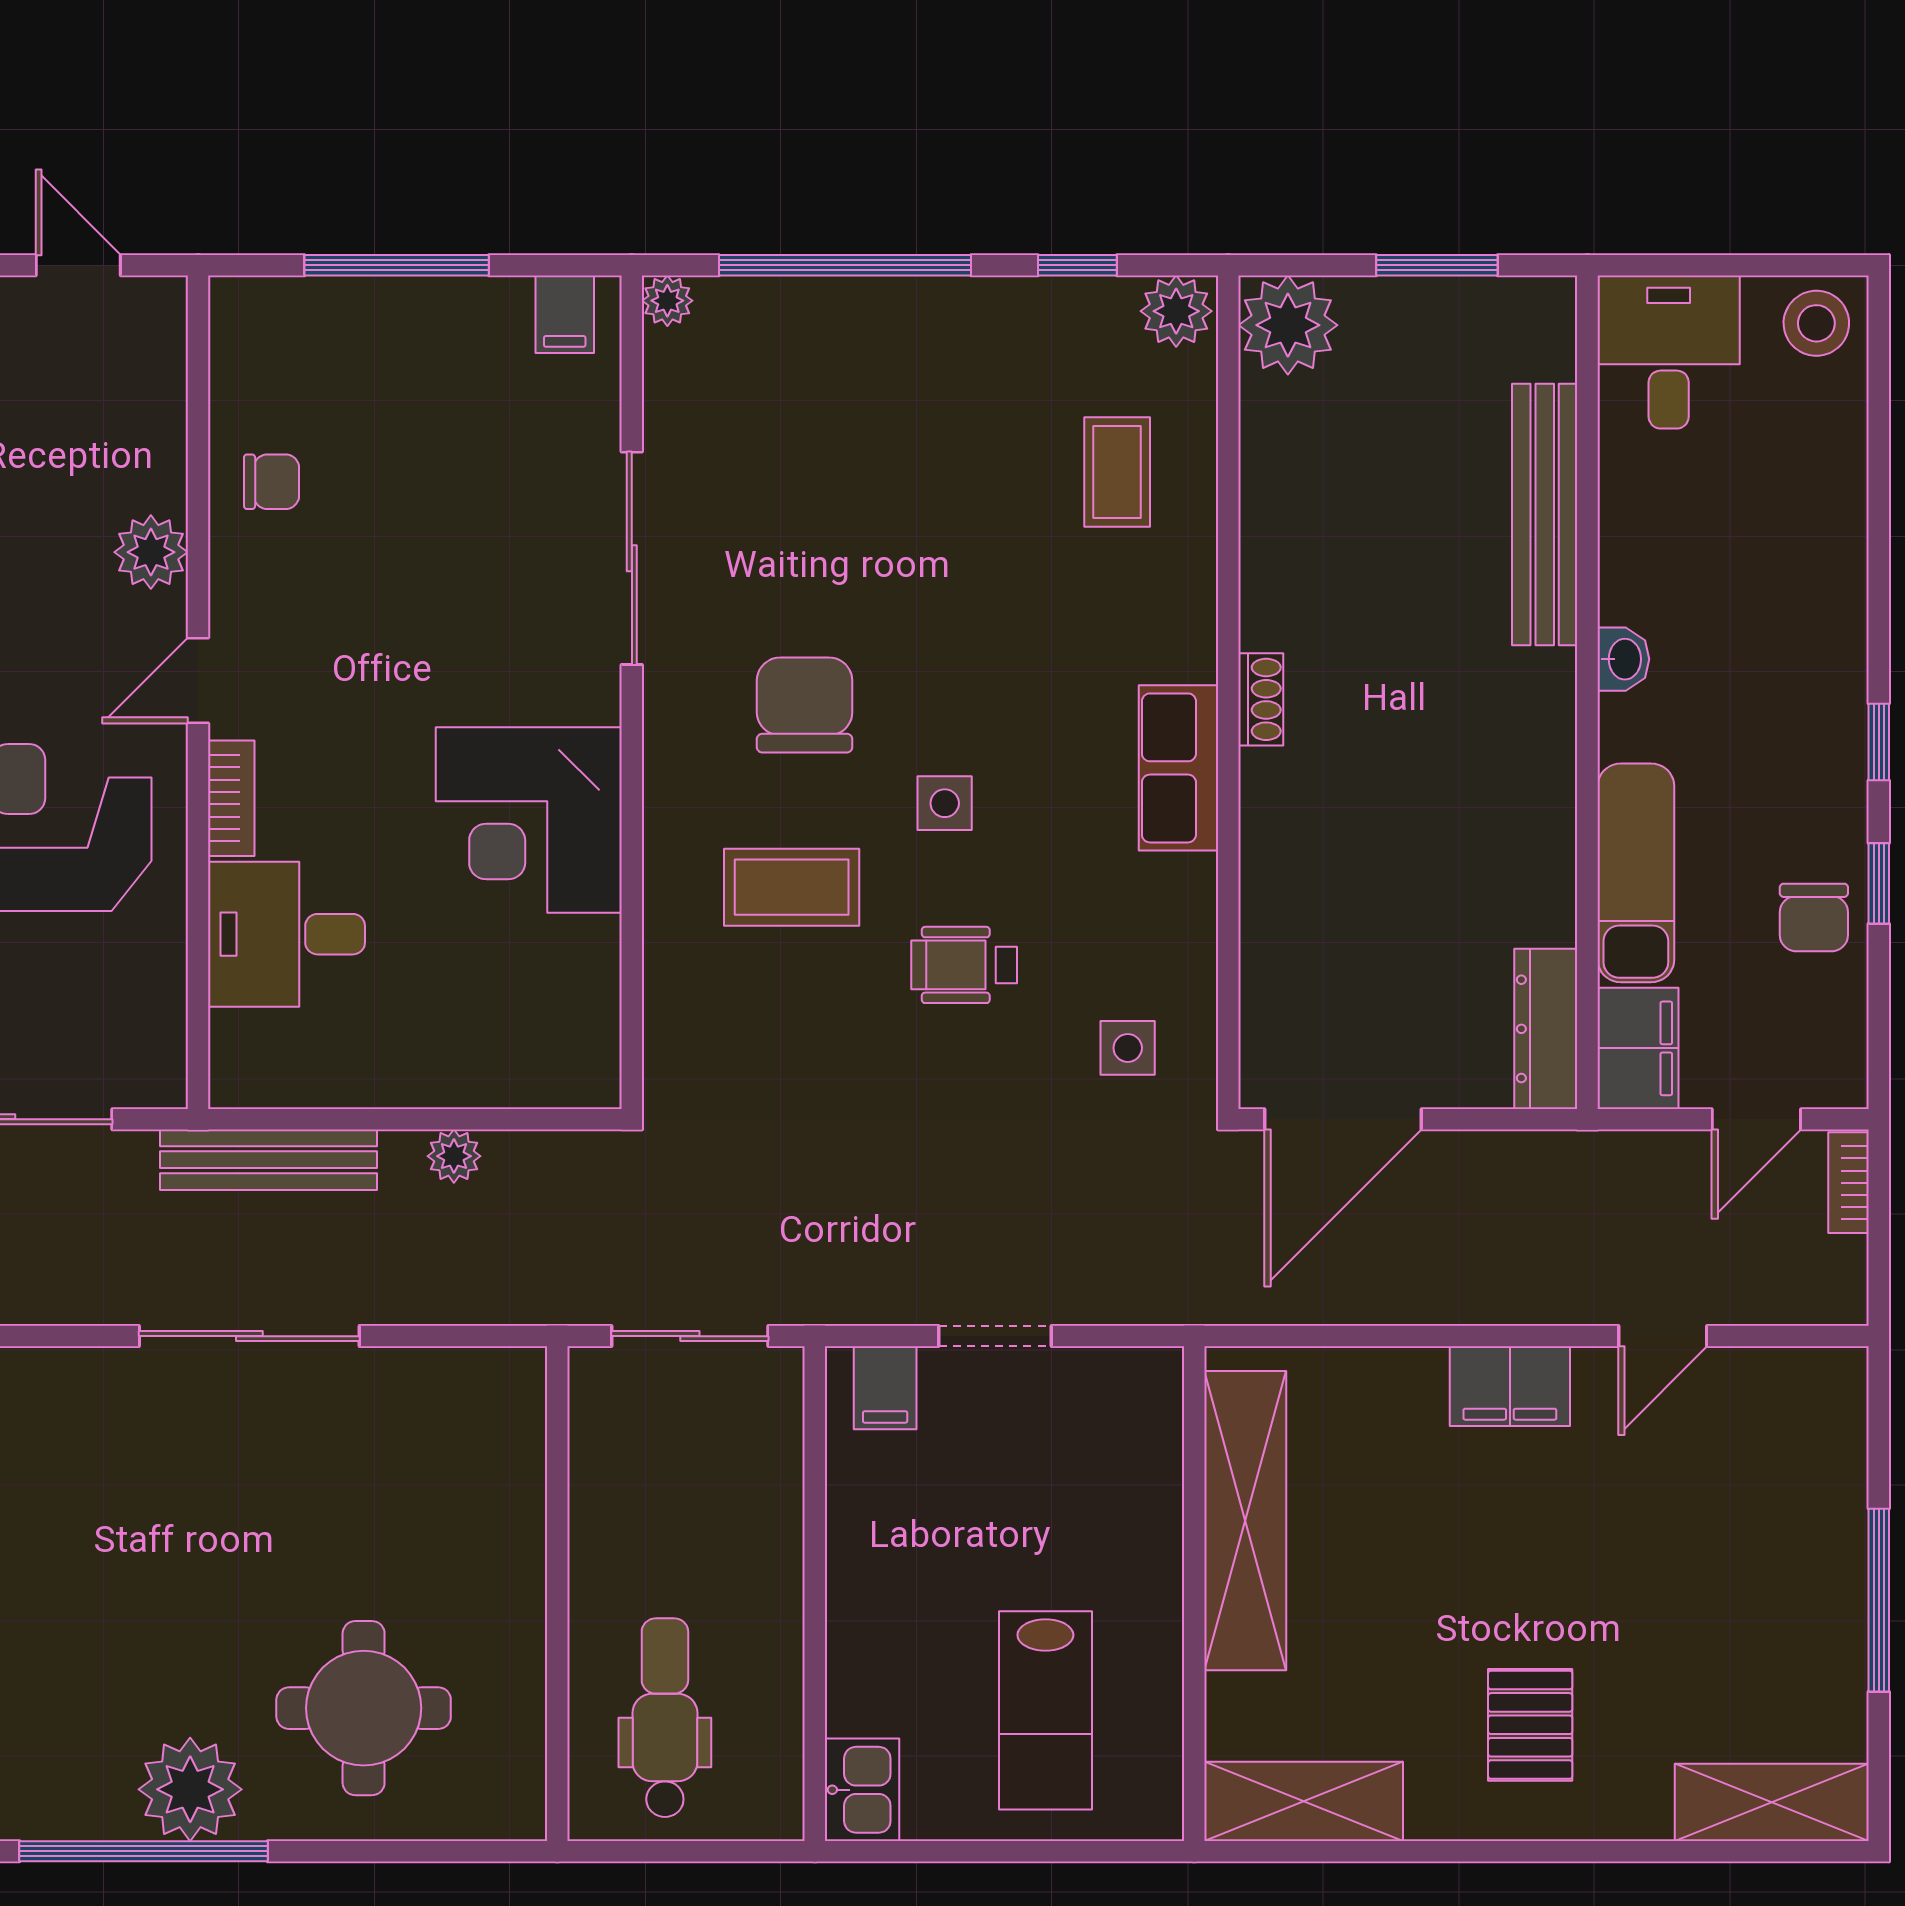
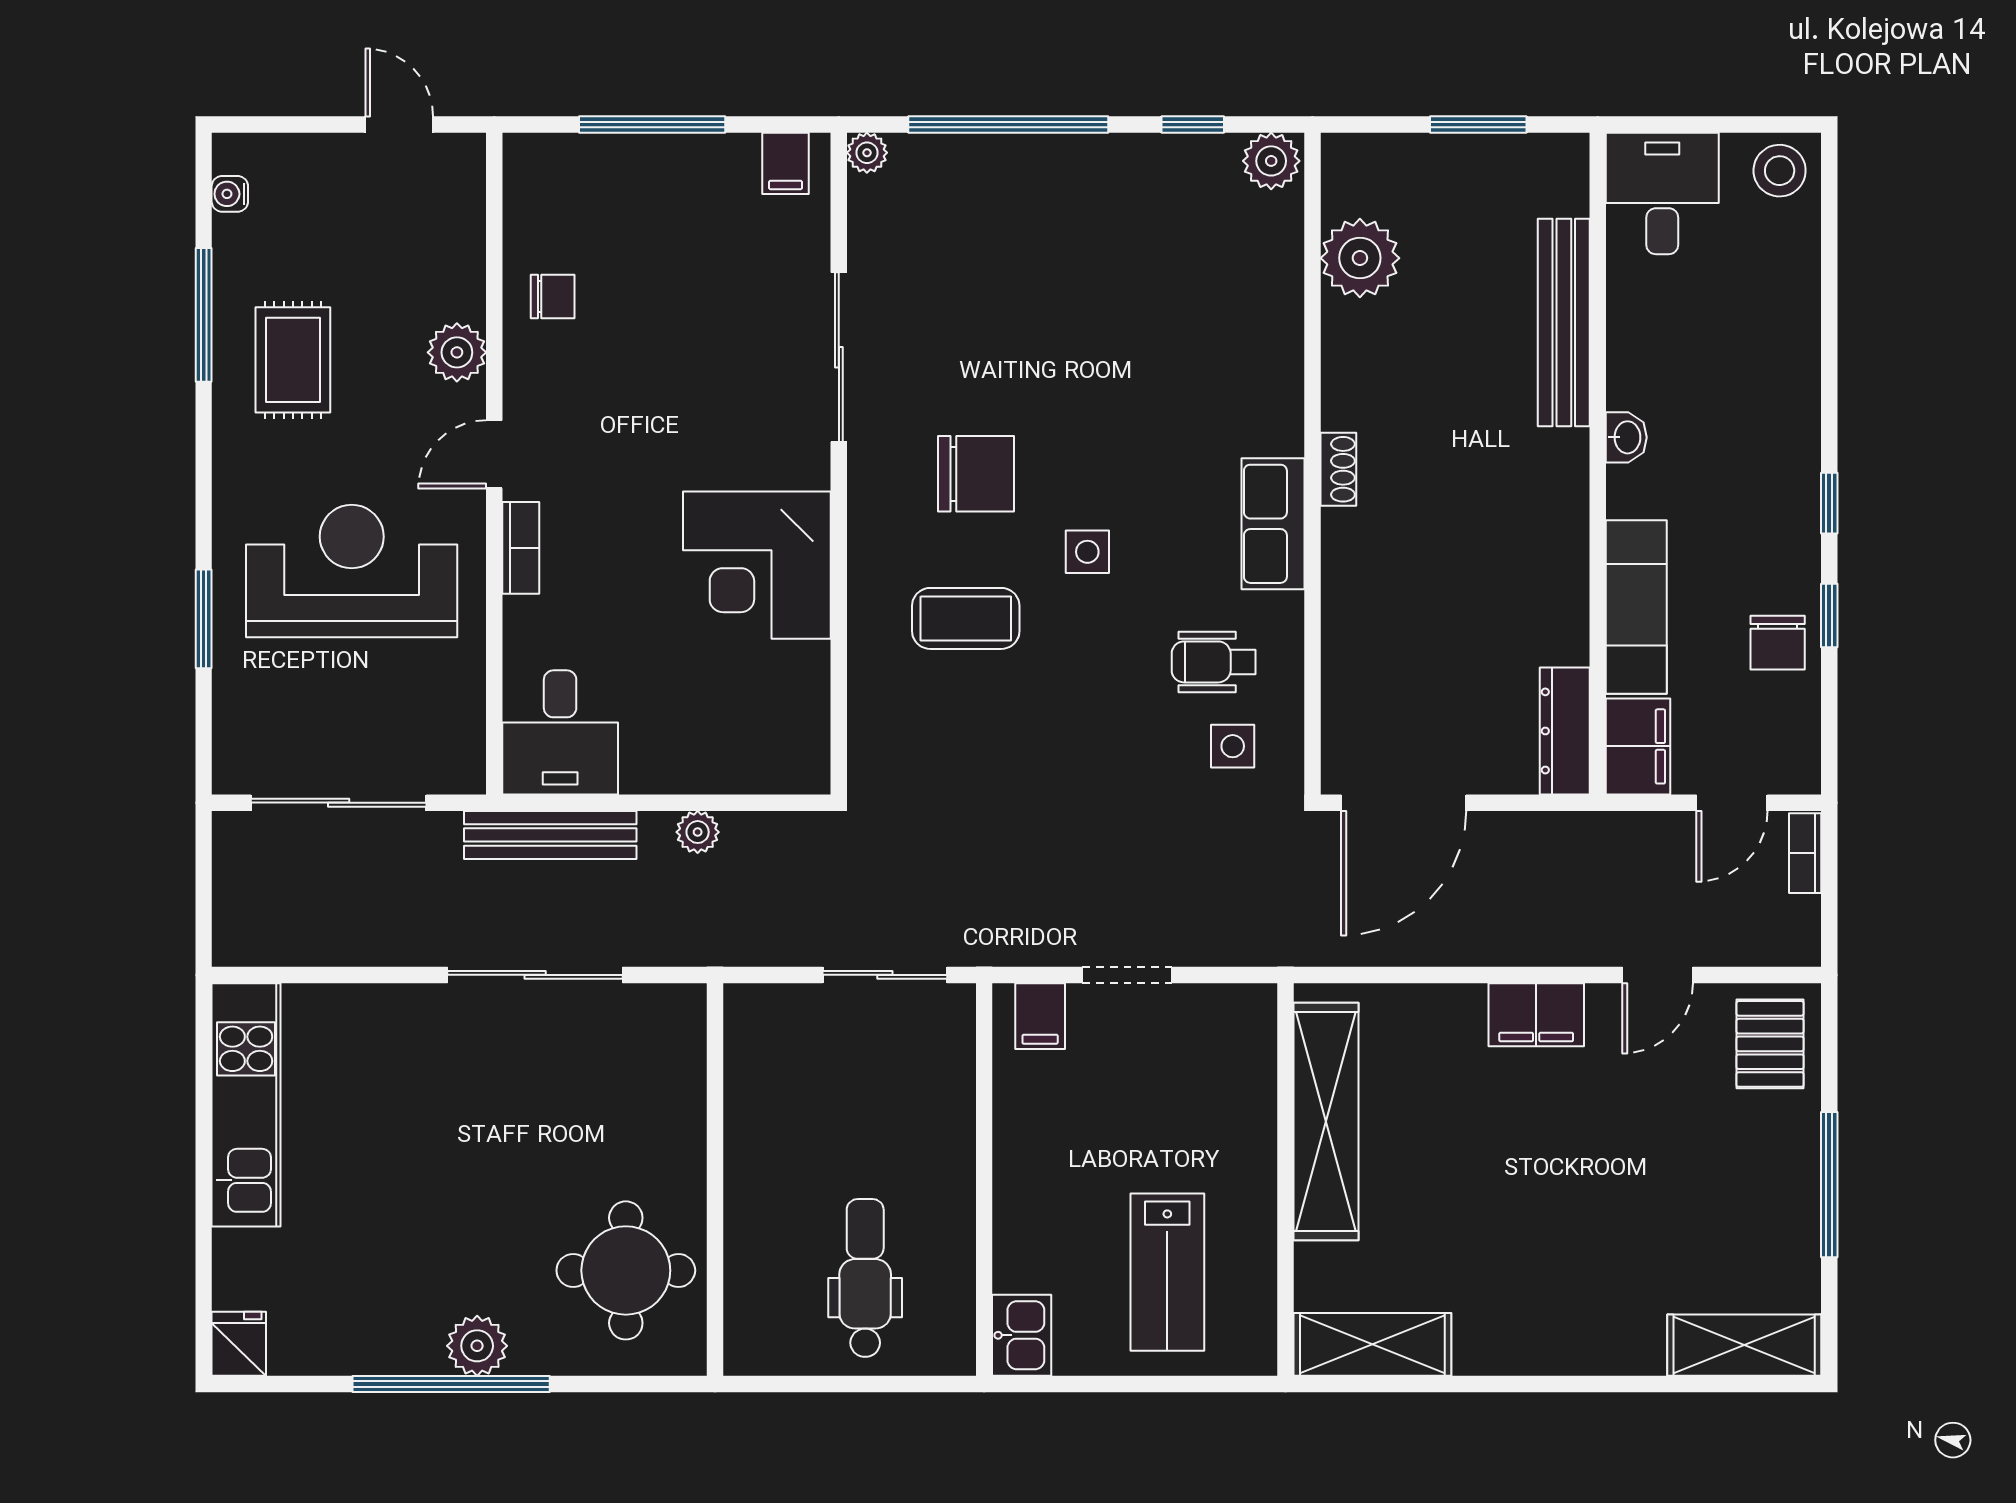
plant: (1288, 325) -> (1360, 258), moved
coffee table: (1117, 472) -> (1224, 289), removed
chair: (805, 705) -> (976, 474), turned 90
desk: (287, 934) -> (560, 732), moved, turned -90
wheelchair: (964, 965) -> (1214, 662), moved
wall: (557, 1594) -> (715, 1179), moved
pallet: (1530, 1725) -> (1770, 1044), moved
plant: (190, 1789) -> (477, 1346), width x0.73, depth x0.73

